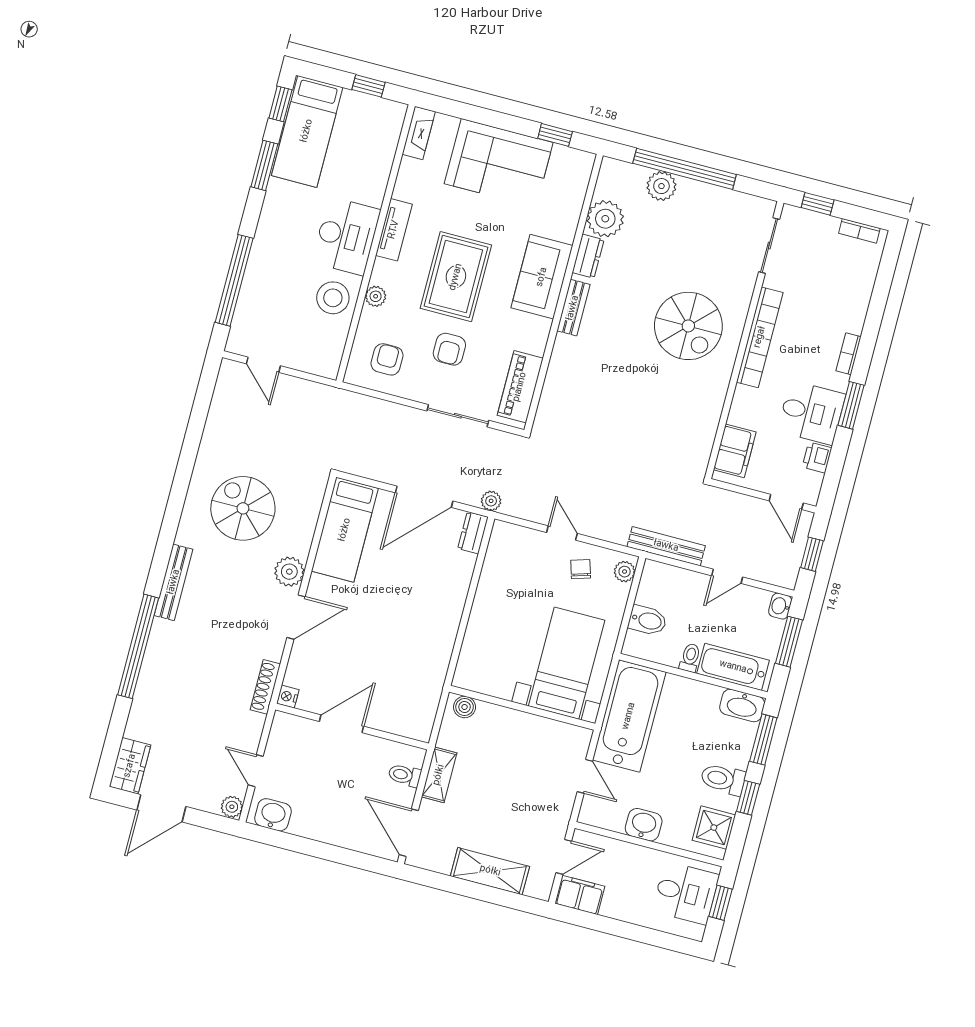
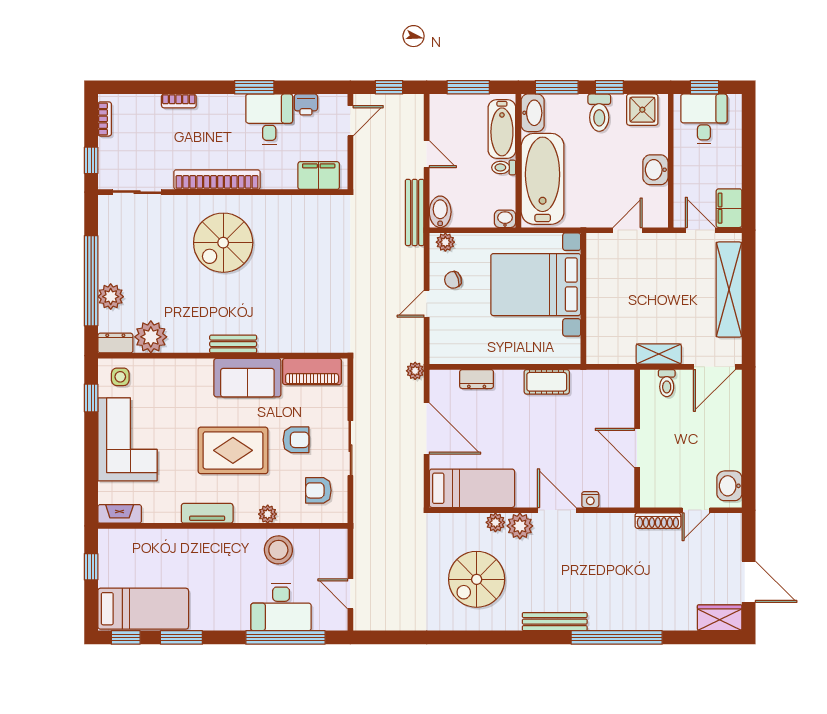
side table: (570, 173) -> (120, 377), added
desk: (346, 236) -> (281, 607), moved, turned 180
dresser: (588, 256) -> (115, 343), moved
sofa: (542, 277) -> (247, 378), moved
spiral stairs: (688, 326) -> (223, 243), turned 180
bookcase: (848, 354) -> (179, 101), moved
door: (263, 365) -> (350, 594), swing flipped
sliding door: (458, 416) -> (350, 448), moved
dresser: (473, 533) -> (477, 379), moved
washbasin: (780, 606) -> (505, 219), moved, turned 180
bidet: (648, 620) -> (440, 212), moved
cot: (441, 643) -> (547, 382), added
bed with nightstands: (567, 663) -> (536, 285), width x1.36
shoe rack: (265, 687) -> (658, 521), moved
nightstand: (288, 697) -> (590, 500), moved
boiler: (465, 707) -> (596, 348), removed
bathtub: (629, 716) -> (543, 179), moved, turned 90
plant: (232, 807) -> (495, 522), moved
shelving: (490, 871) -> (729, 290), width x1.47

